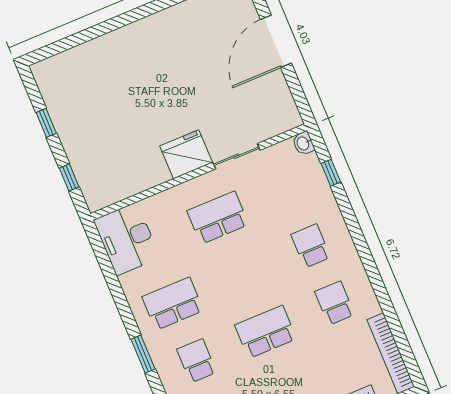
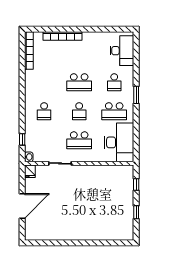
fridge: (186, 154) -> (30, 171), moved, width x0.53, depth x0.75
desk: (127, 239) -> (119, 142), width x1.36, depth x1.30
school desk: (335, 303) -> (79, 111), moved

